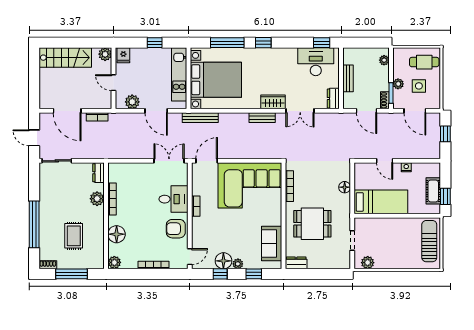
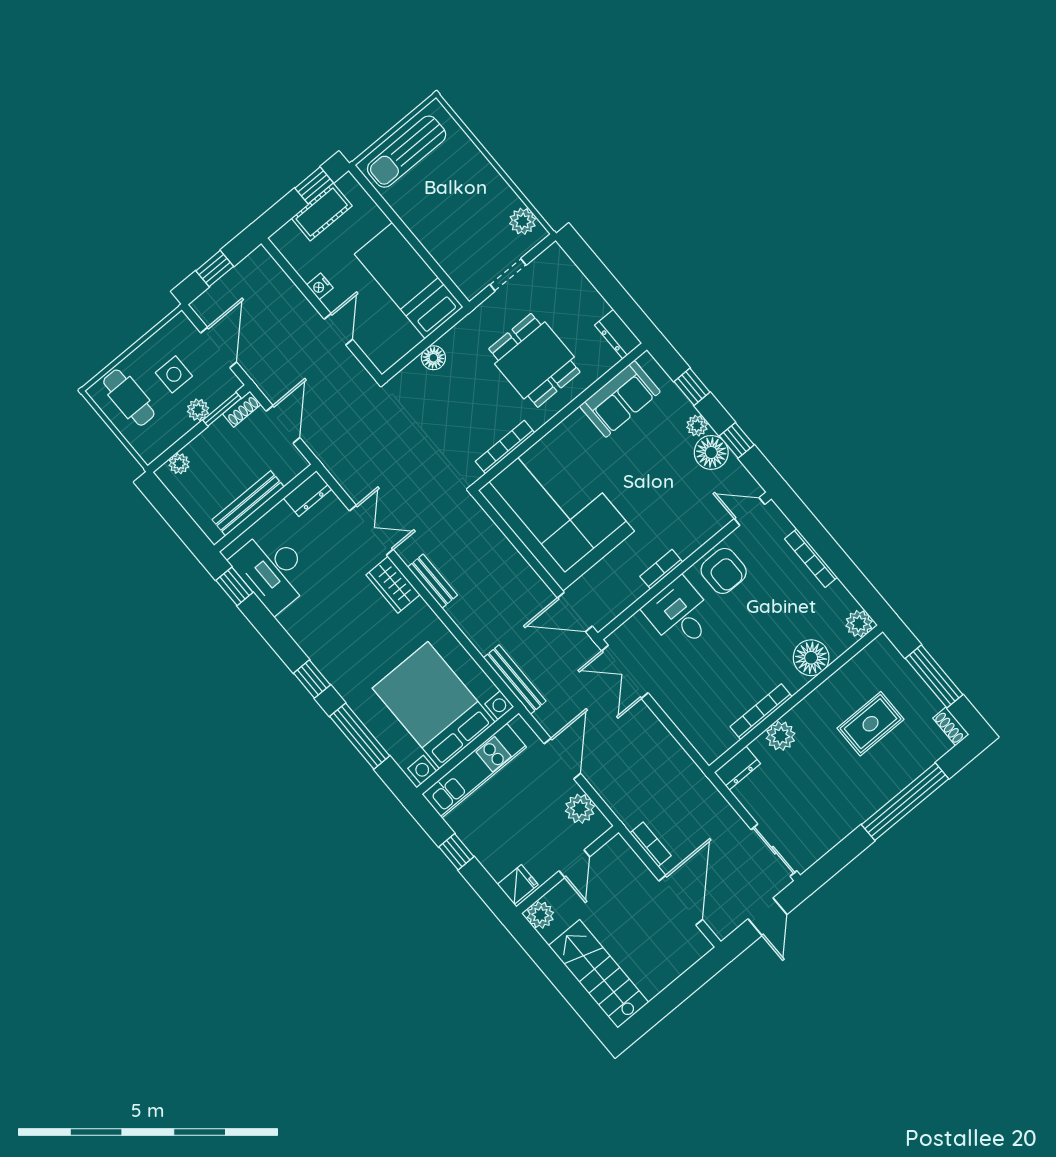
bench: (348, 78) -> (248, 503), width x1.36

